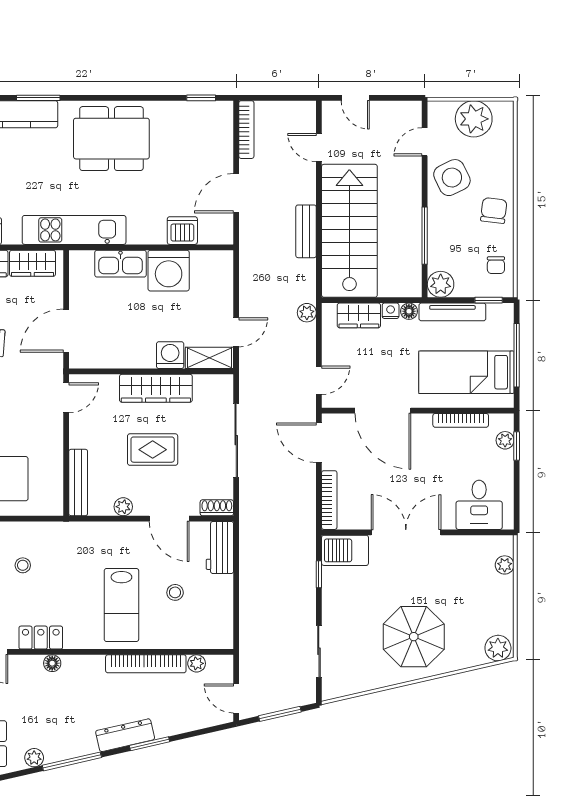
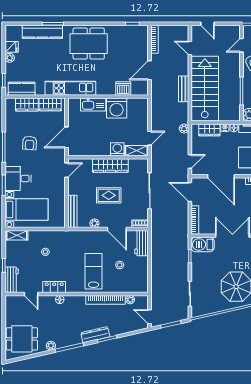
lab bench: (121, 605) -> (94, 271), turned 180

